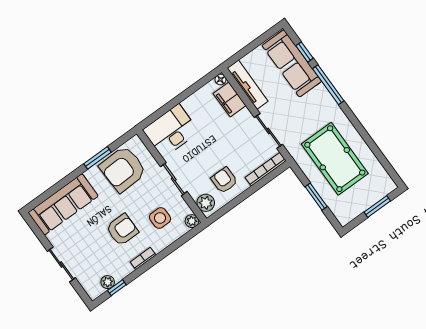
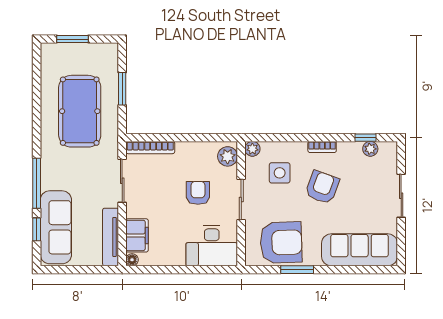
armchair: (224, 180) -> (198, 193), moved, turned 180
armchair: (122, 230) -> (322, 187), turned 110

